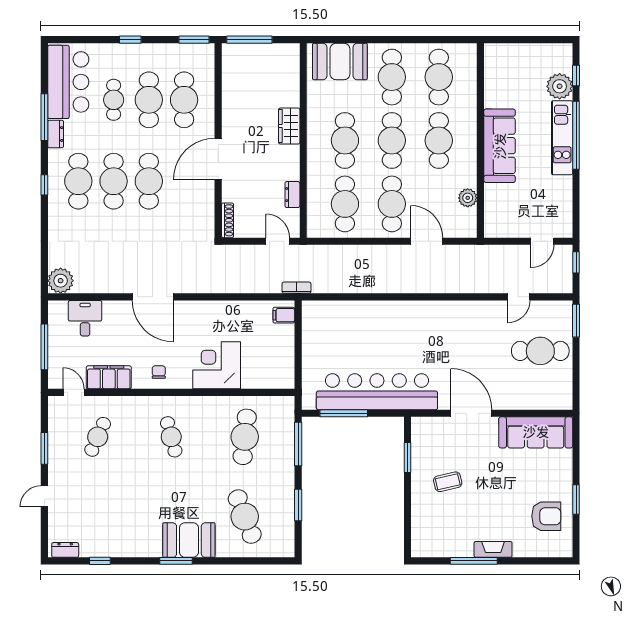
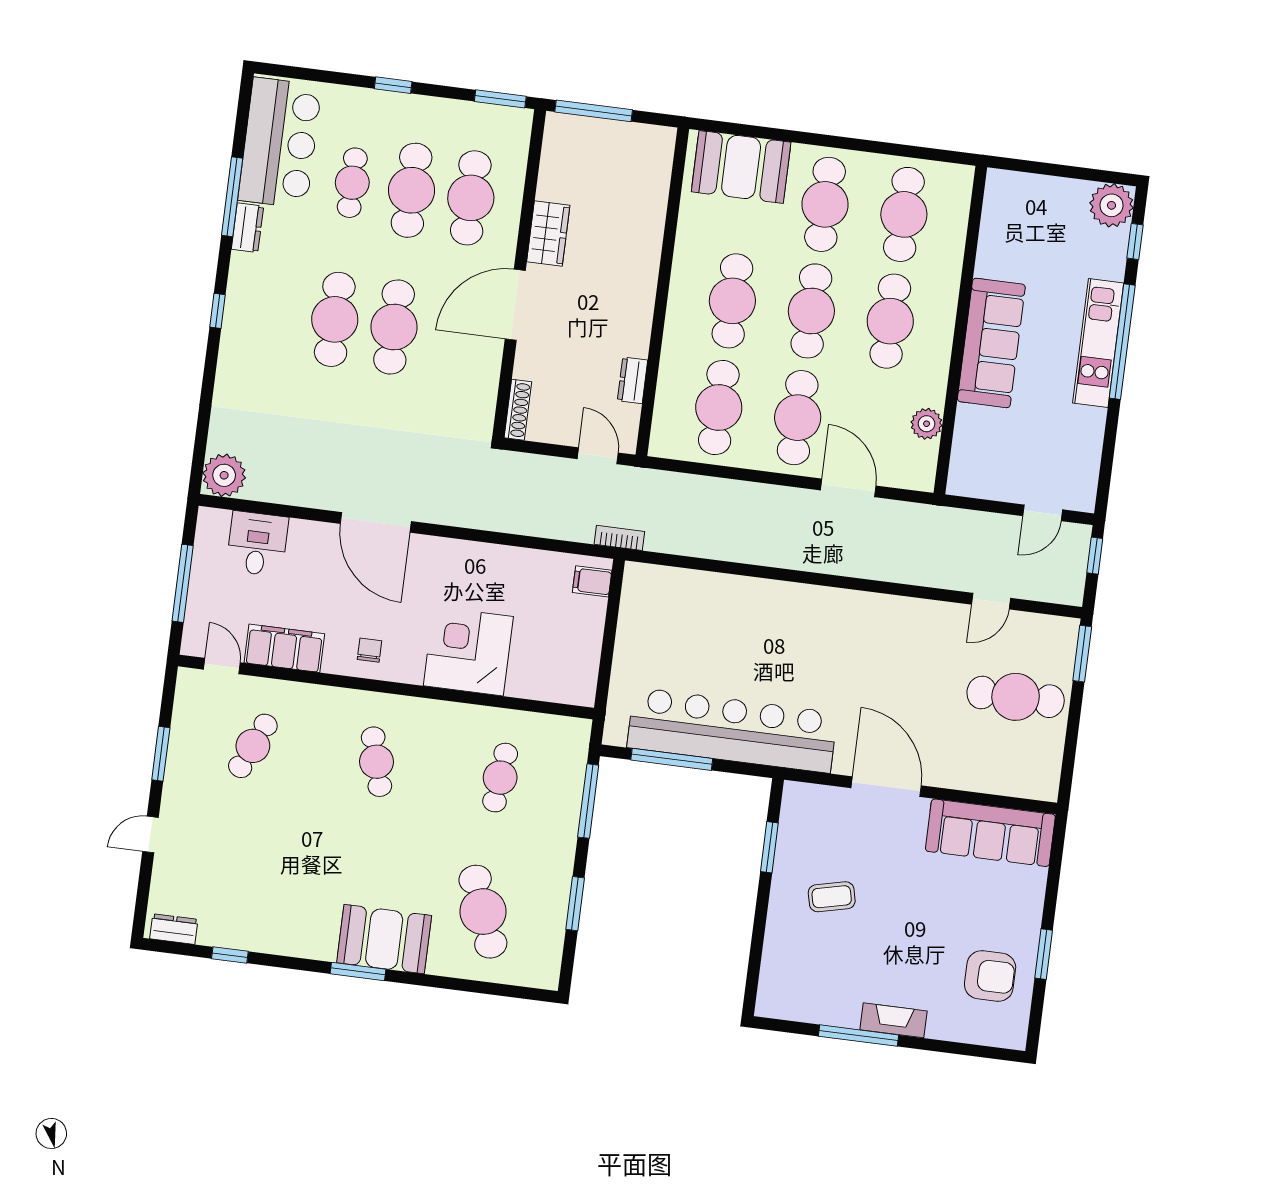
plant: (560, 86) -> (1111, 205), moved
wardrobe: (289, 126) -> (548, 234), moved, turned 180
cafe table: (78, 181) -> (275, 312), removed
cafe table: (245, 437) -> (500, 778), width x0.73, depth x0.74

